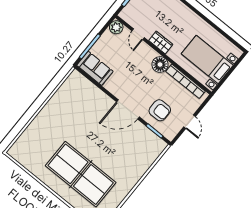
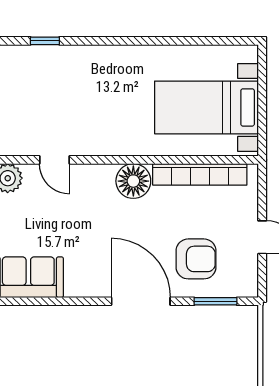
wardrobe: (161, 42) -> (104, 143), removed
door: (128, 109) -> (141, 301), swing flipped

